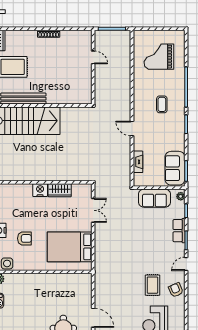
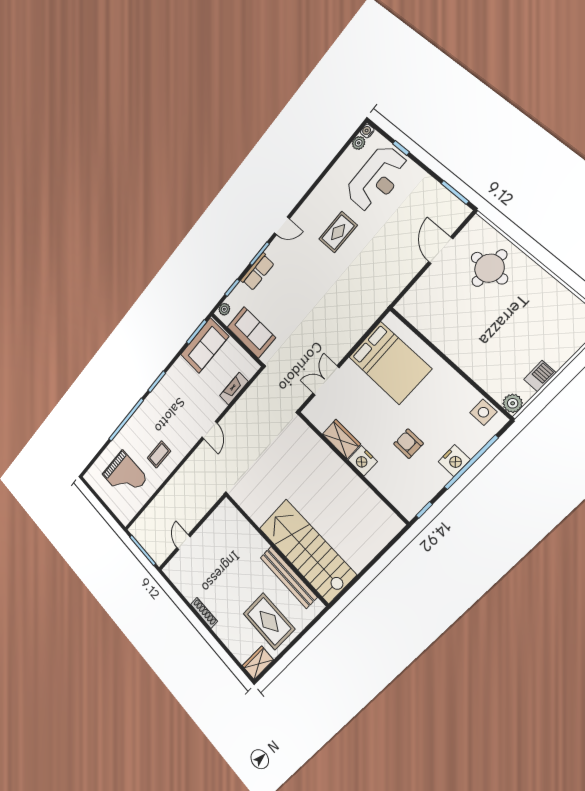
coffee table: (162, 104) -> (159, 454), moved
armchair: (24, 238) -> (408, 444), moved
armchair: (176, 290) -> (318, 204), removed

